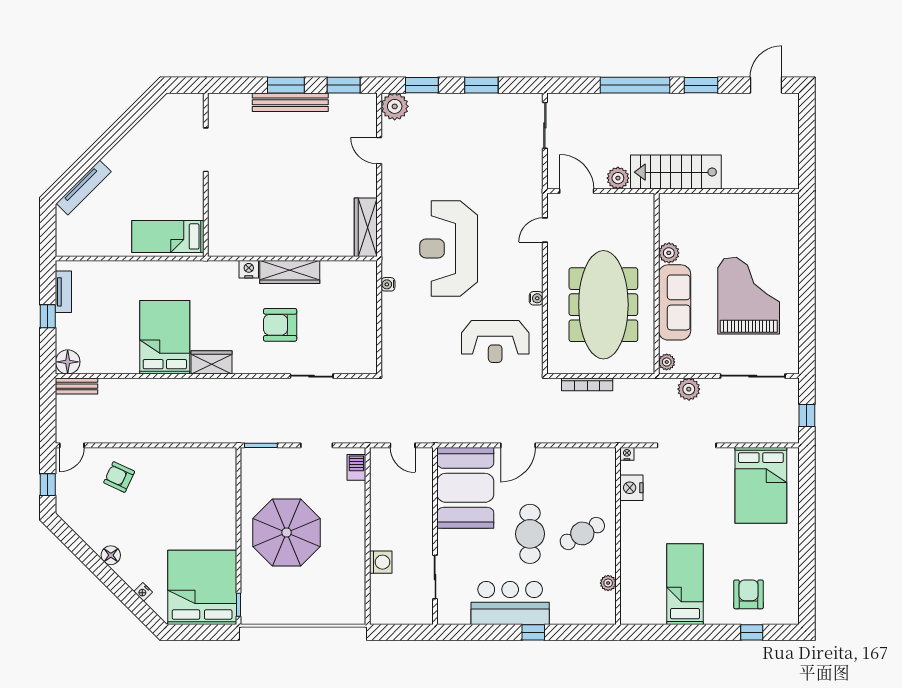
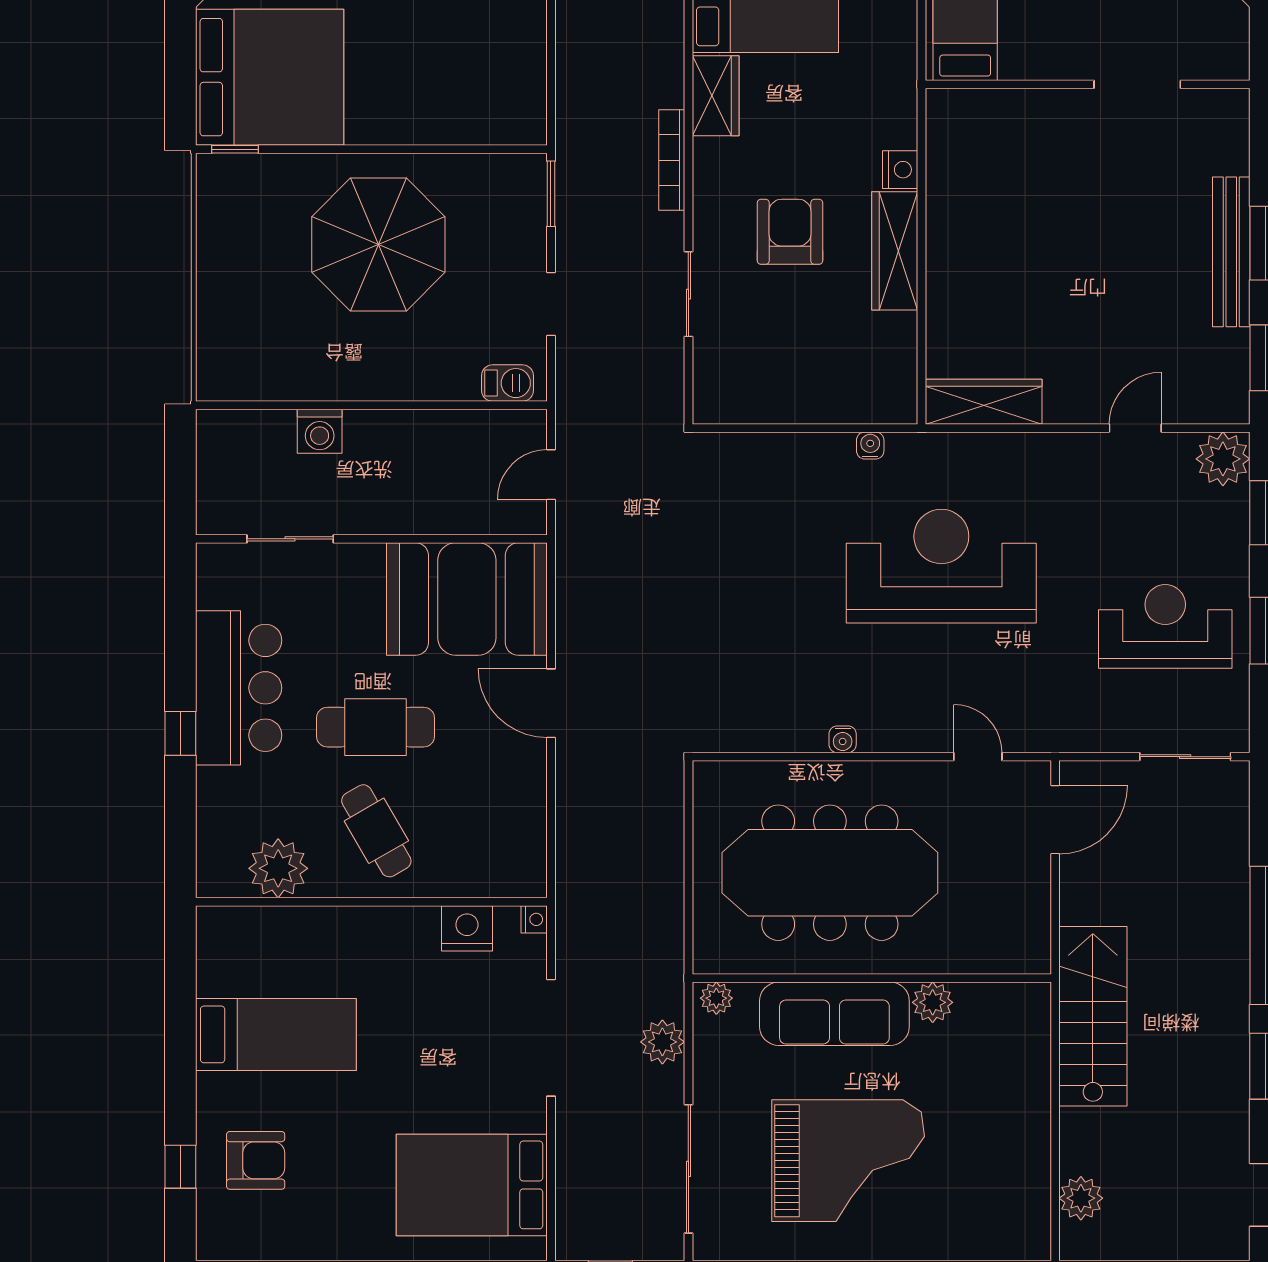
plant: (618, 178) -> (1081, 1198), moved
reception desk: (495, 341) -> (1165, 626), moved, turned 90
bookcase: (587, 384) -> (672, 160), moved
plant: (608, 583) -> (278, 868), width x1.87, depth x1.87

